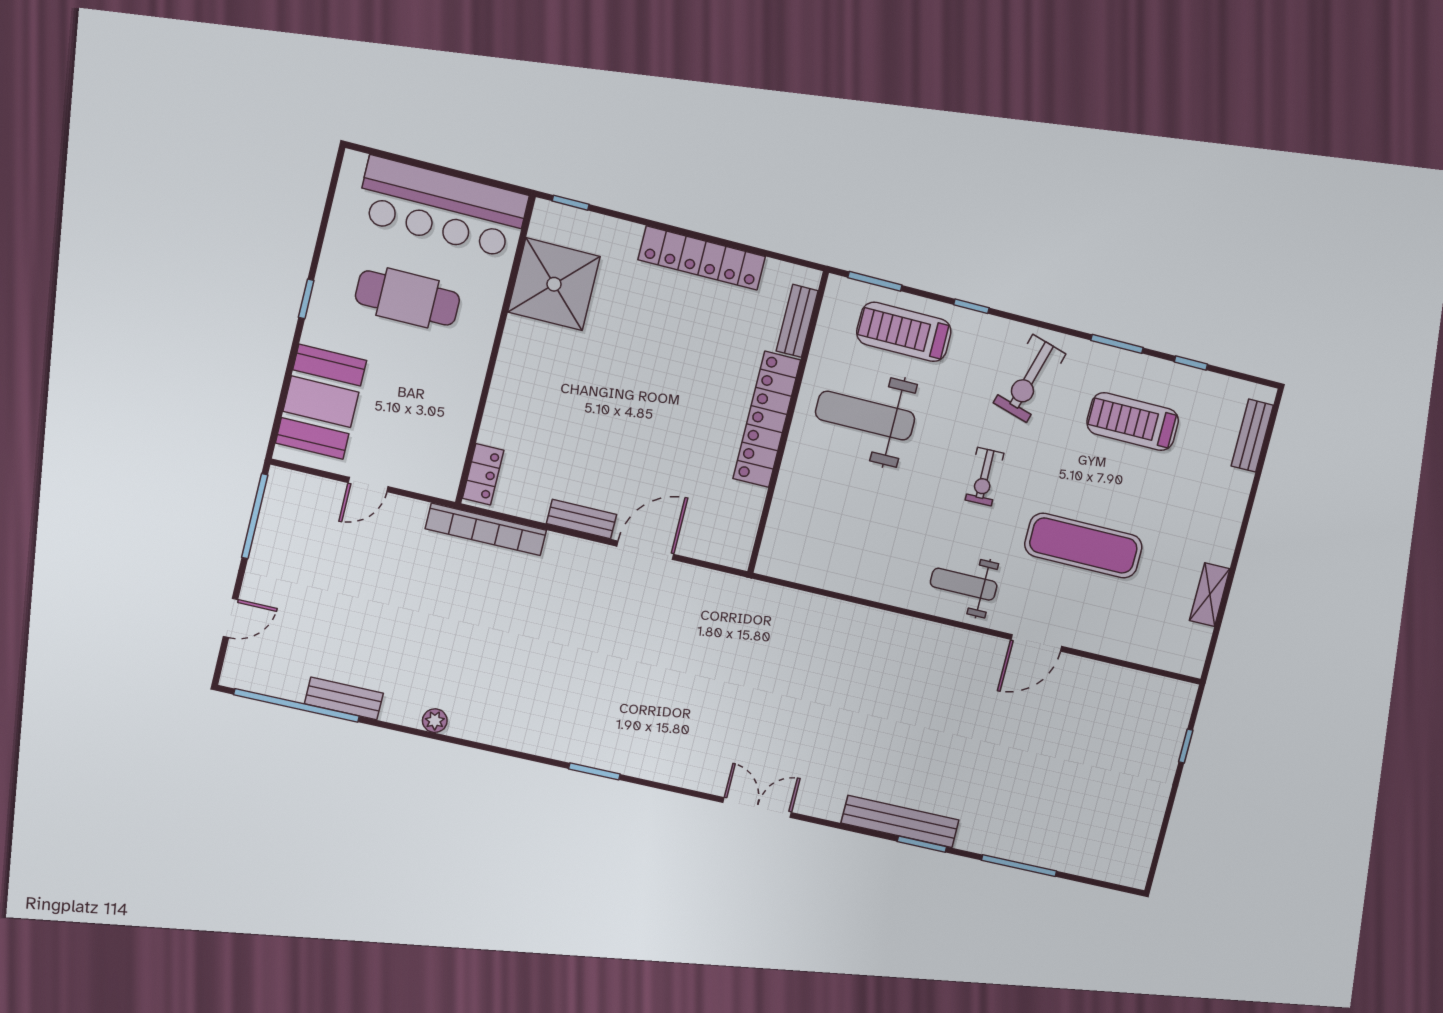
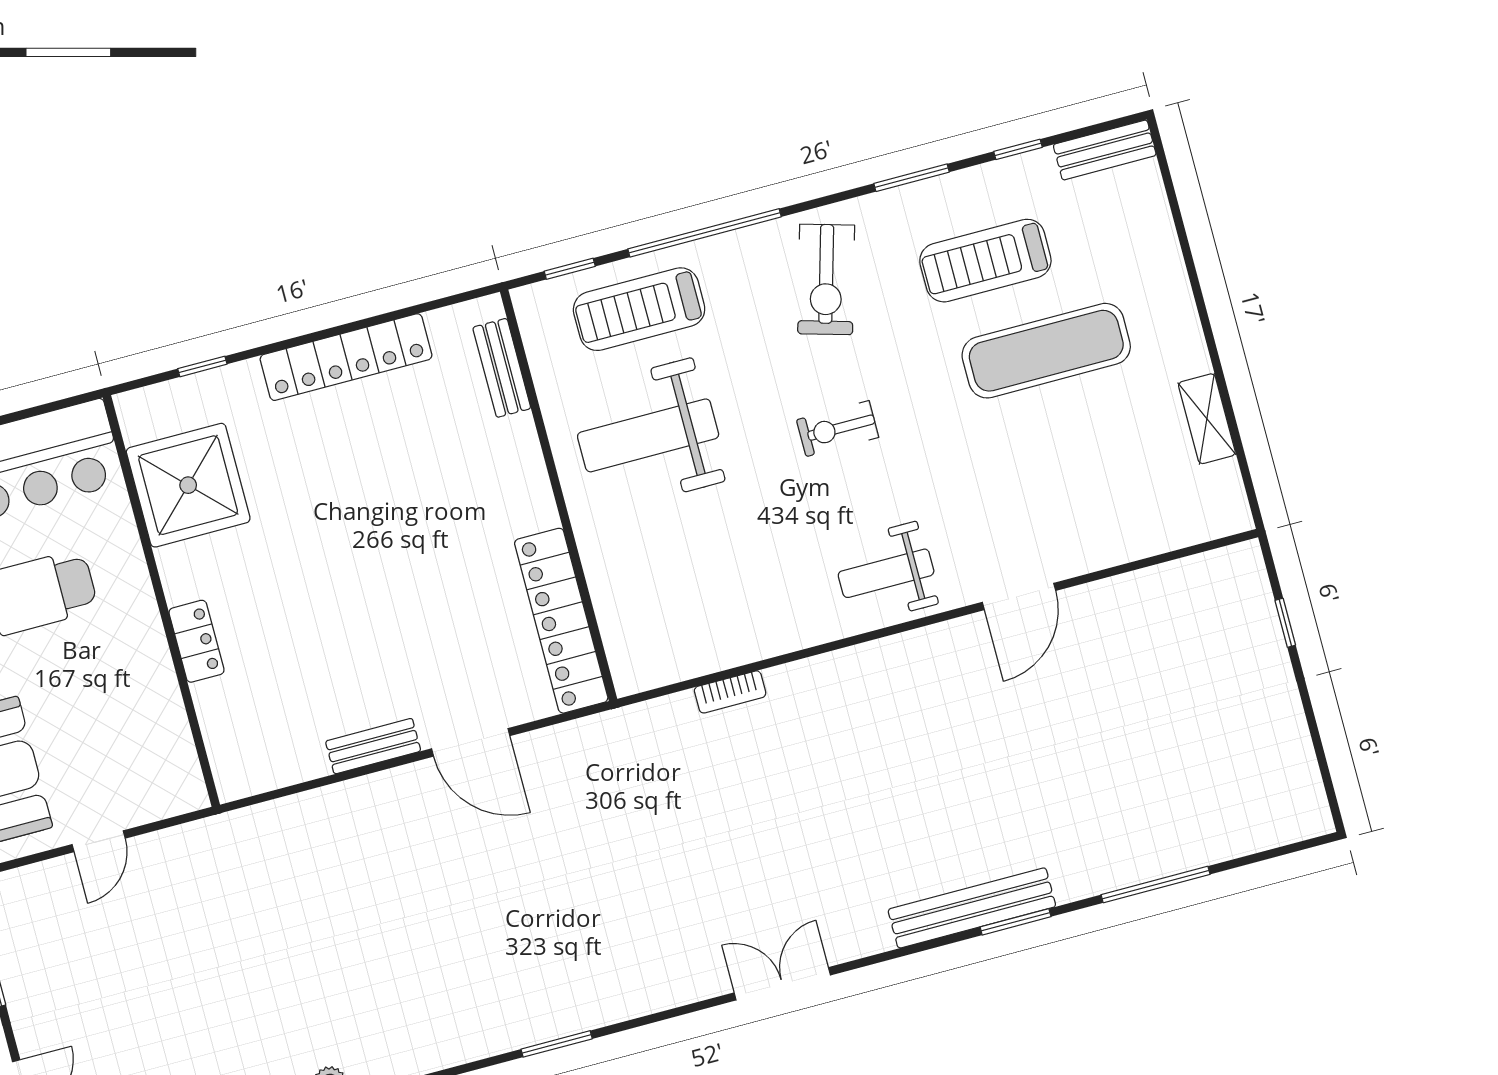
window: (571, 203) -> (202, 366), moved
window: (875, 281) -> (570, 269), width x0.67
window: (971, 306) -> (705, 233), width x3.17
locker: (767, 419) -> (561, 621), moved
bench: (1252, 436) -> (1105, 150), moved, turned 90
locker: (483, 474) -> (197, 641), moved
exercise bike: (984, 477) -> (838, 429), turned 91
bookcase: (486, 529) -> (730, 692), moved, width x0.43, depth x0.76
exercise mat: (1083, 546) -> (1046, 351), moved
door: (645, 550) -> (471, 742), swing flipped

